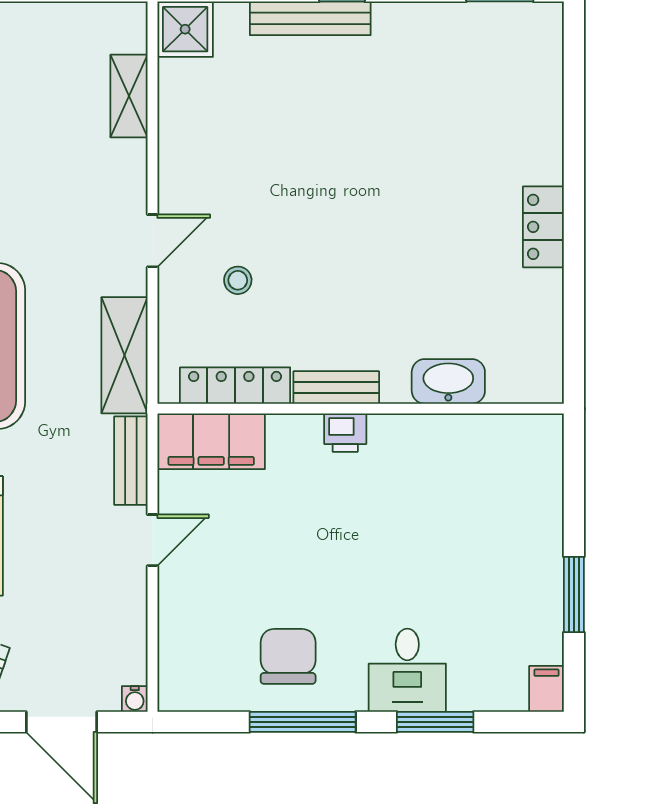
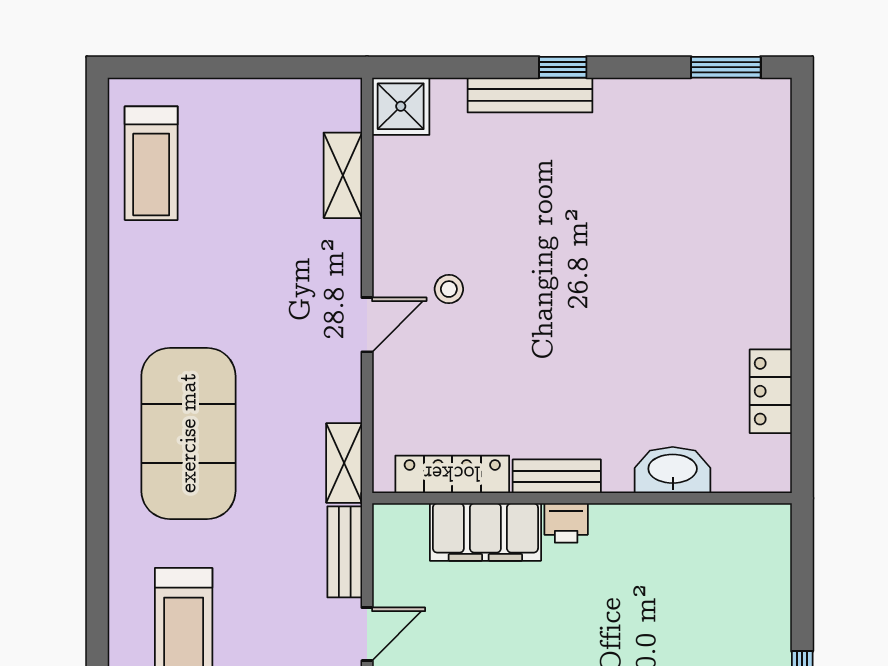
locker: (543, 227) -> (771, 391), moved
stool: (238, 280) -> (449, 289), moved
shelving: (125, 355) -> (344, 463), width x0.67, depth x0.75
filing cabinet: (211, 441) -> (485, 532), moved

